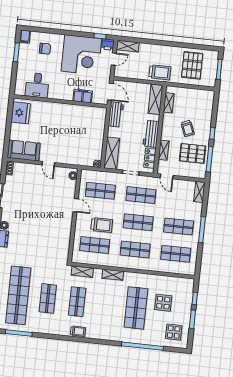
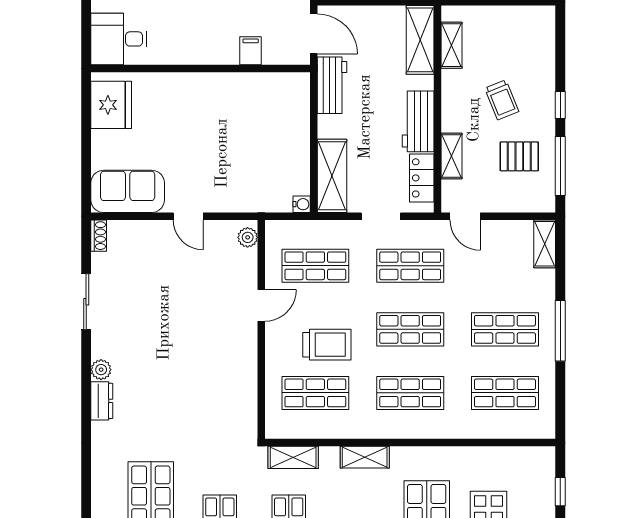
desk: (37, 85) -> (119, 39), moved, turned 90
filing cabinet: (83, 96) -> (251, 51), width x0.50
pallet: (193, 153) -> (519, 156), width x0.67, depth x0.71
door: (76, 205) -> (261, 305), hinge flipped

